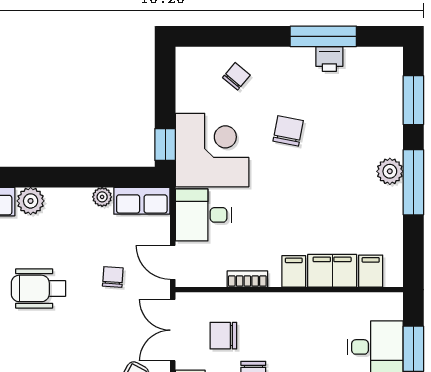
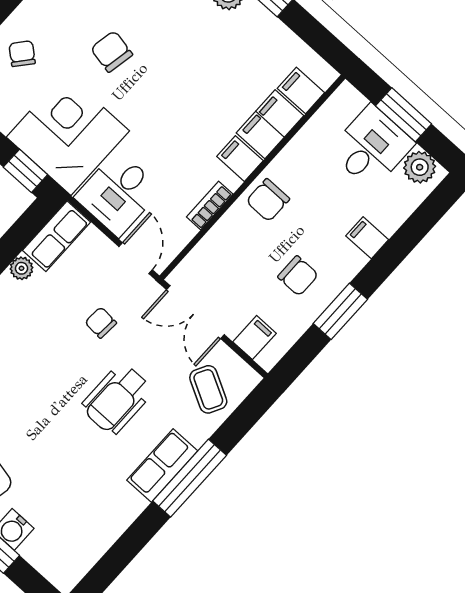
door: (173, 262) -> (136, 258), swing flipped
wheelchair: (38, 288) -> (117, 399), moved
chair: (223, 336) -> (268, 200), moved

